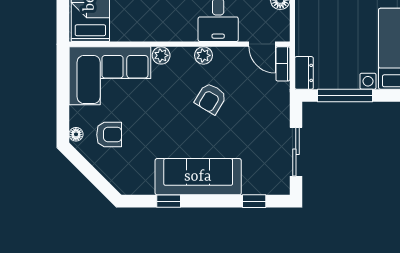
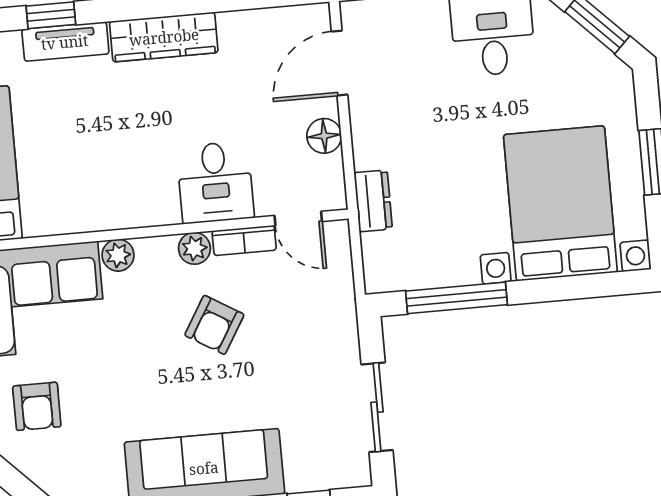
bookcase: (283, 64) -> (244, 240), moved, turned -90
dresser: (304, 73) -> (373, 201), moved
armchair: (109, 135) -> (37, 406), turned 90

